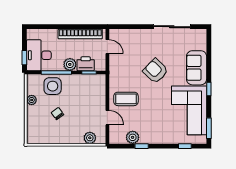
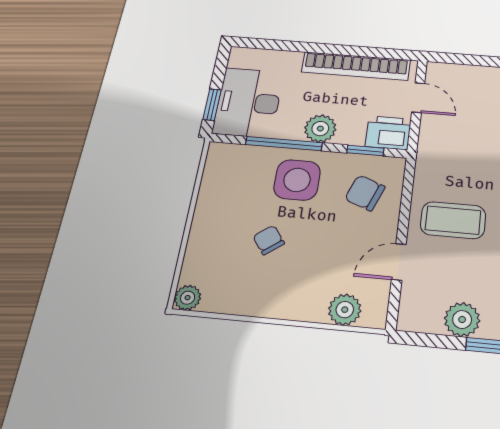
printer: (86, 64) -> (388, 133), moved
side table: (53, 86) -> (297, 180), moved
chair: (91, 91) -> (365, 193), added
plant: (32, 100) -> (188, 298), moved
door: (107, 118) -> (399, 262), swing flipped

